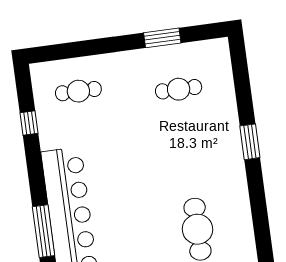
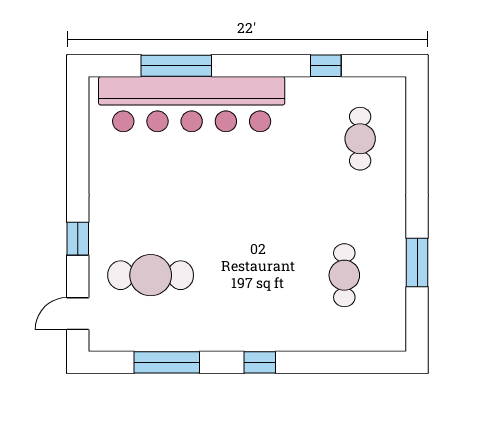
window: (250, 142) -> (260, 362), width x0.67
window: (259, 209) -> (167, 362), added

